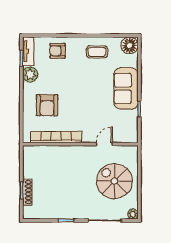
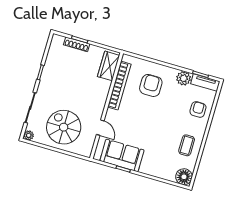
sofa: (126, 89) -> (122, 155), moved
armchair: (47, 105) -> (151, 85), turned 90
wardrobe: (40, 154) -> (109, 66), added
spiral stairs: (114, 181) -> (64, 127), turned -90

